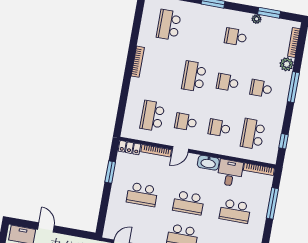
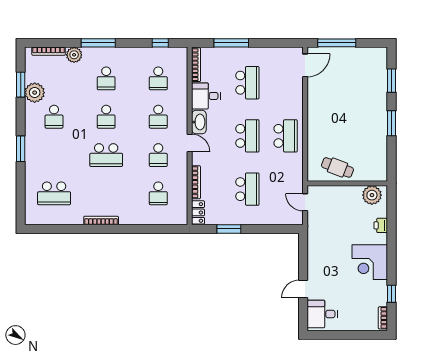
plant: (257, 19) -> (35, 93), width x1.88, depth x1.88
school desk: (152, 116) -> (158, 193), width x0.54
school desk: (253, 134) -> (158, 78), width x0.54
door: (180, 149) -> (190, 143), moved

